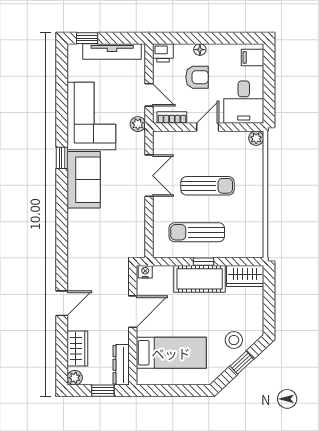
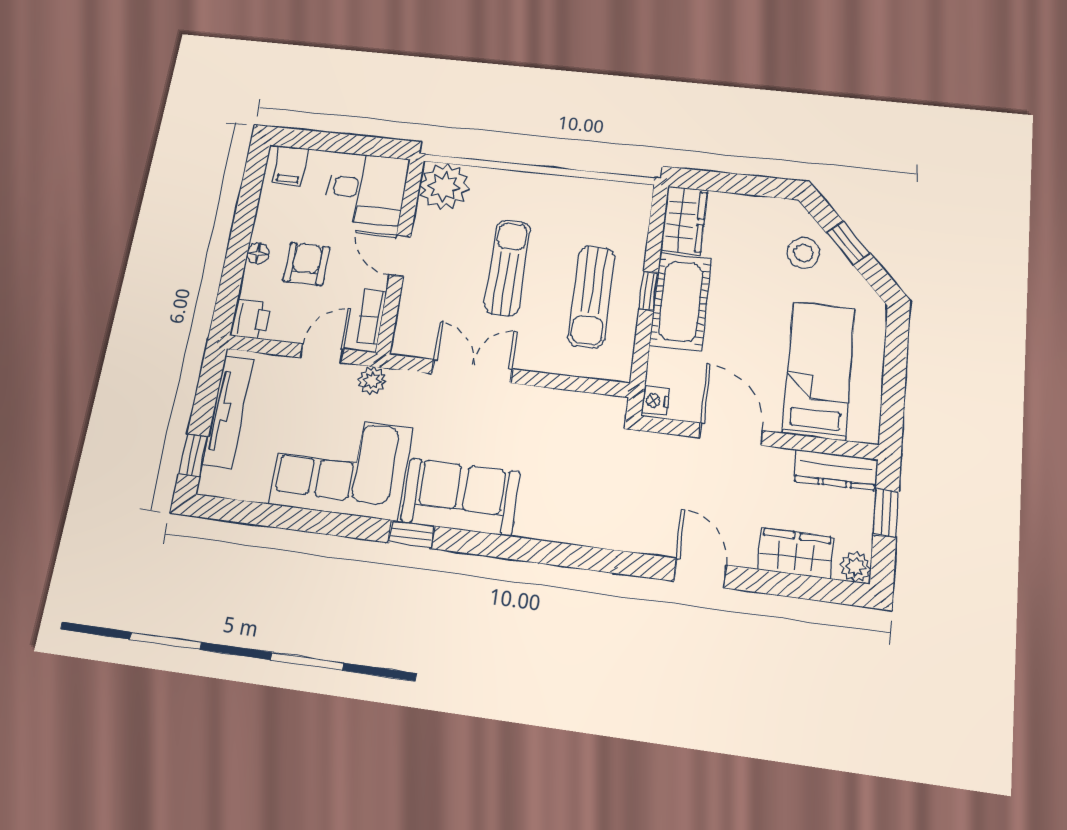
plant: (256, 138) -> (444, 187), width x1.87, depth x1.87

